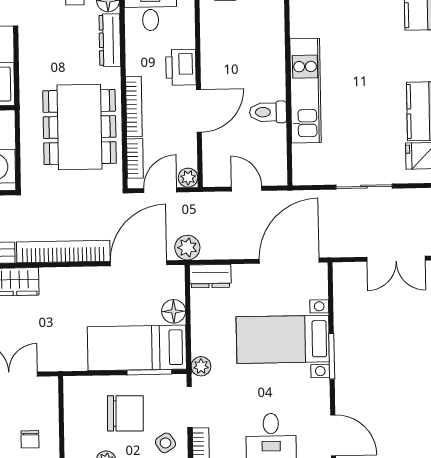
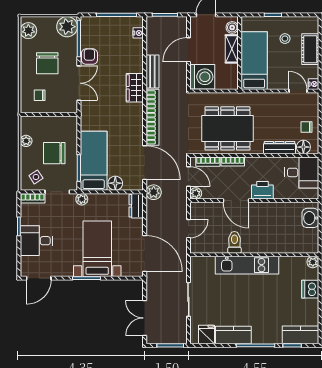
bookcase: (134, 106) -> (233, 161), width x0.64
chair: (125, 413) -> (54, 153), turned 89

